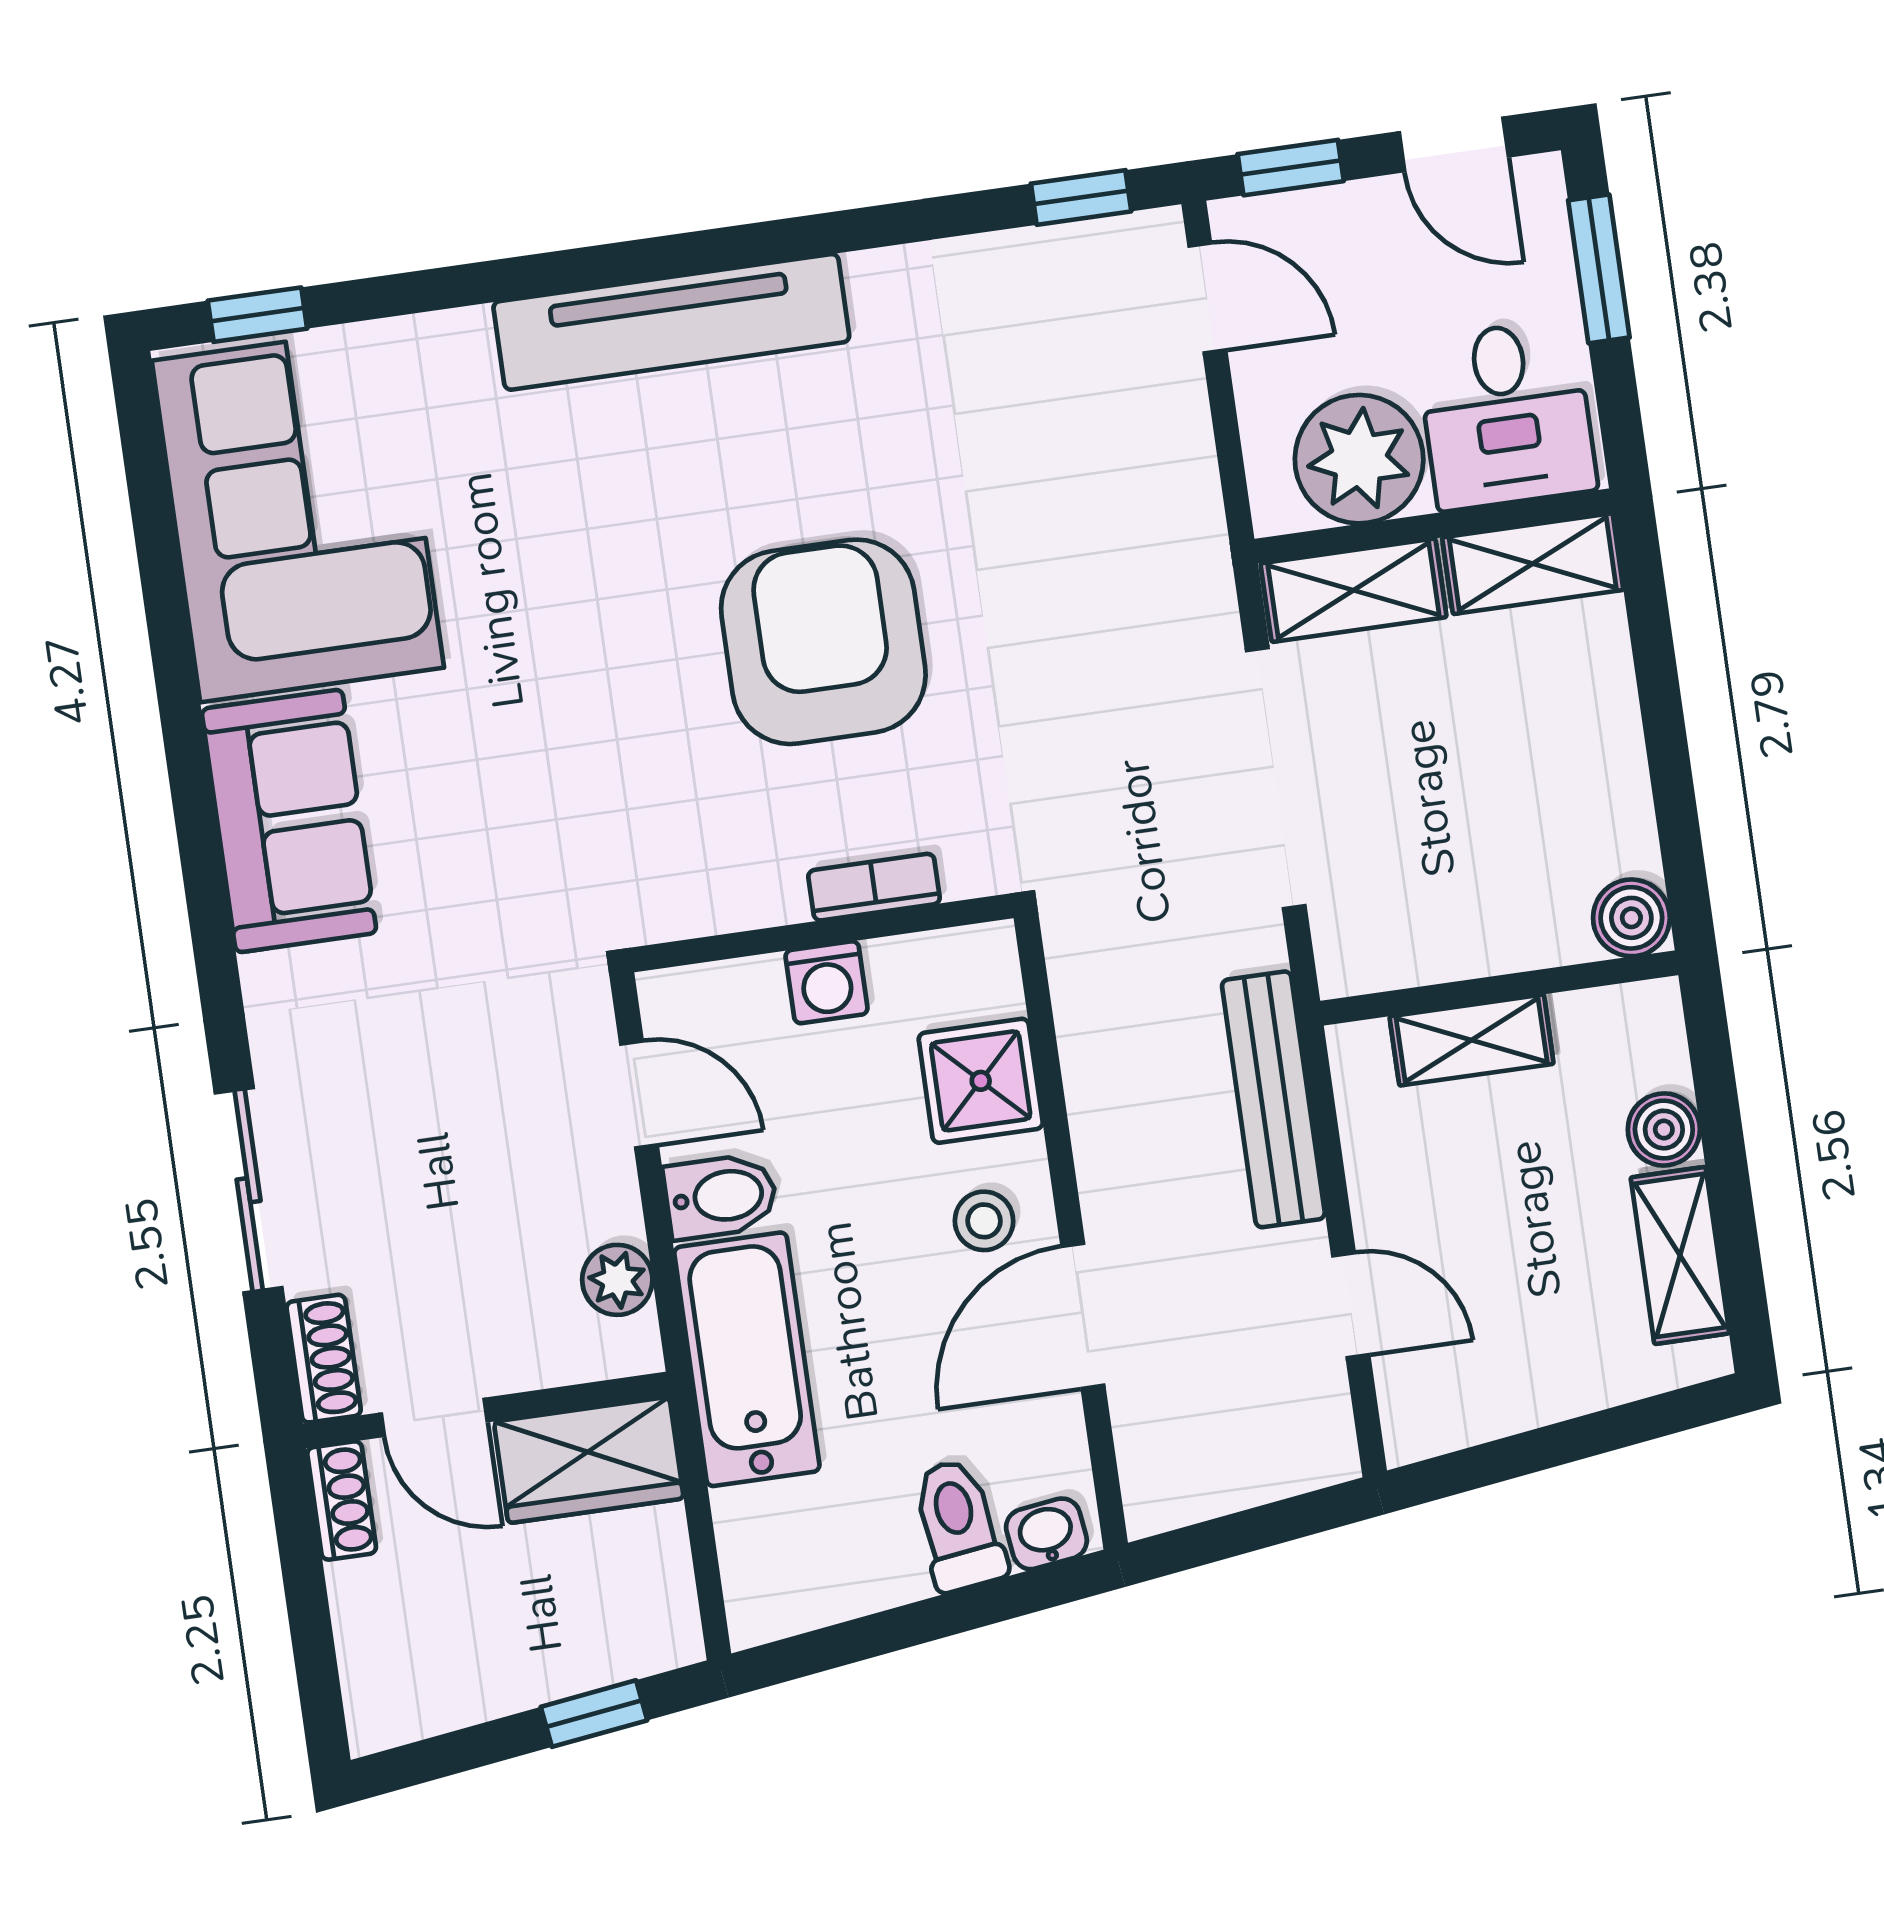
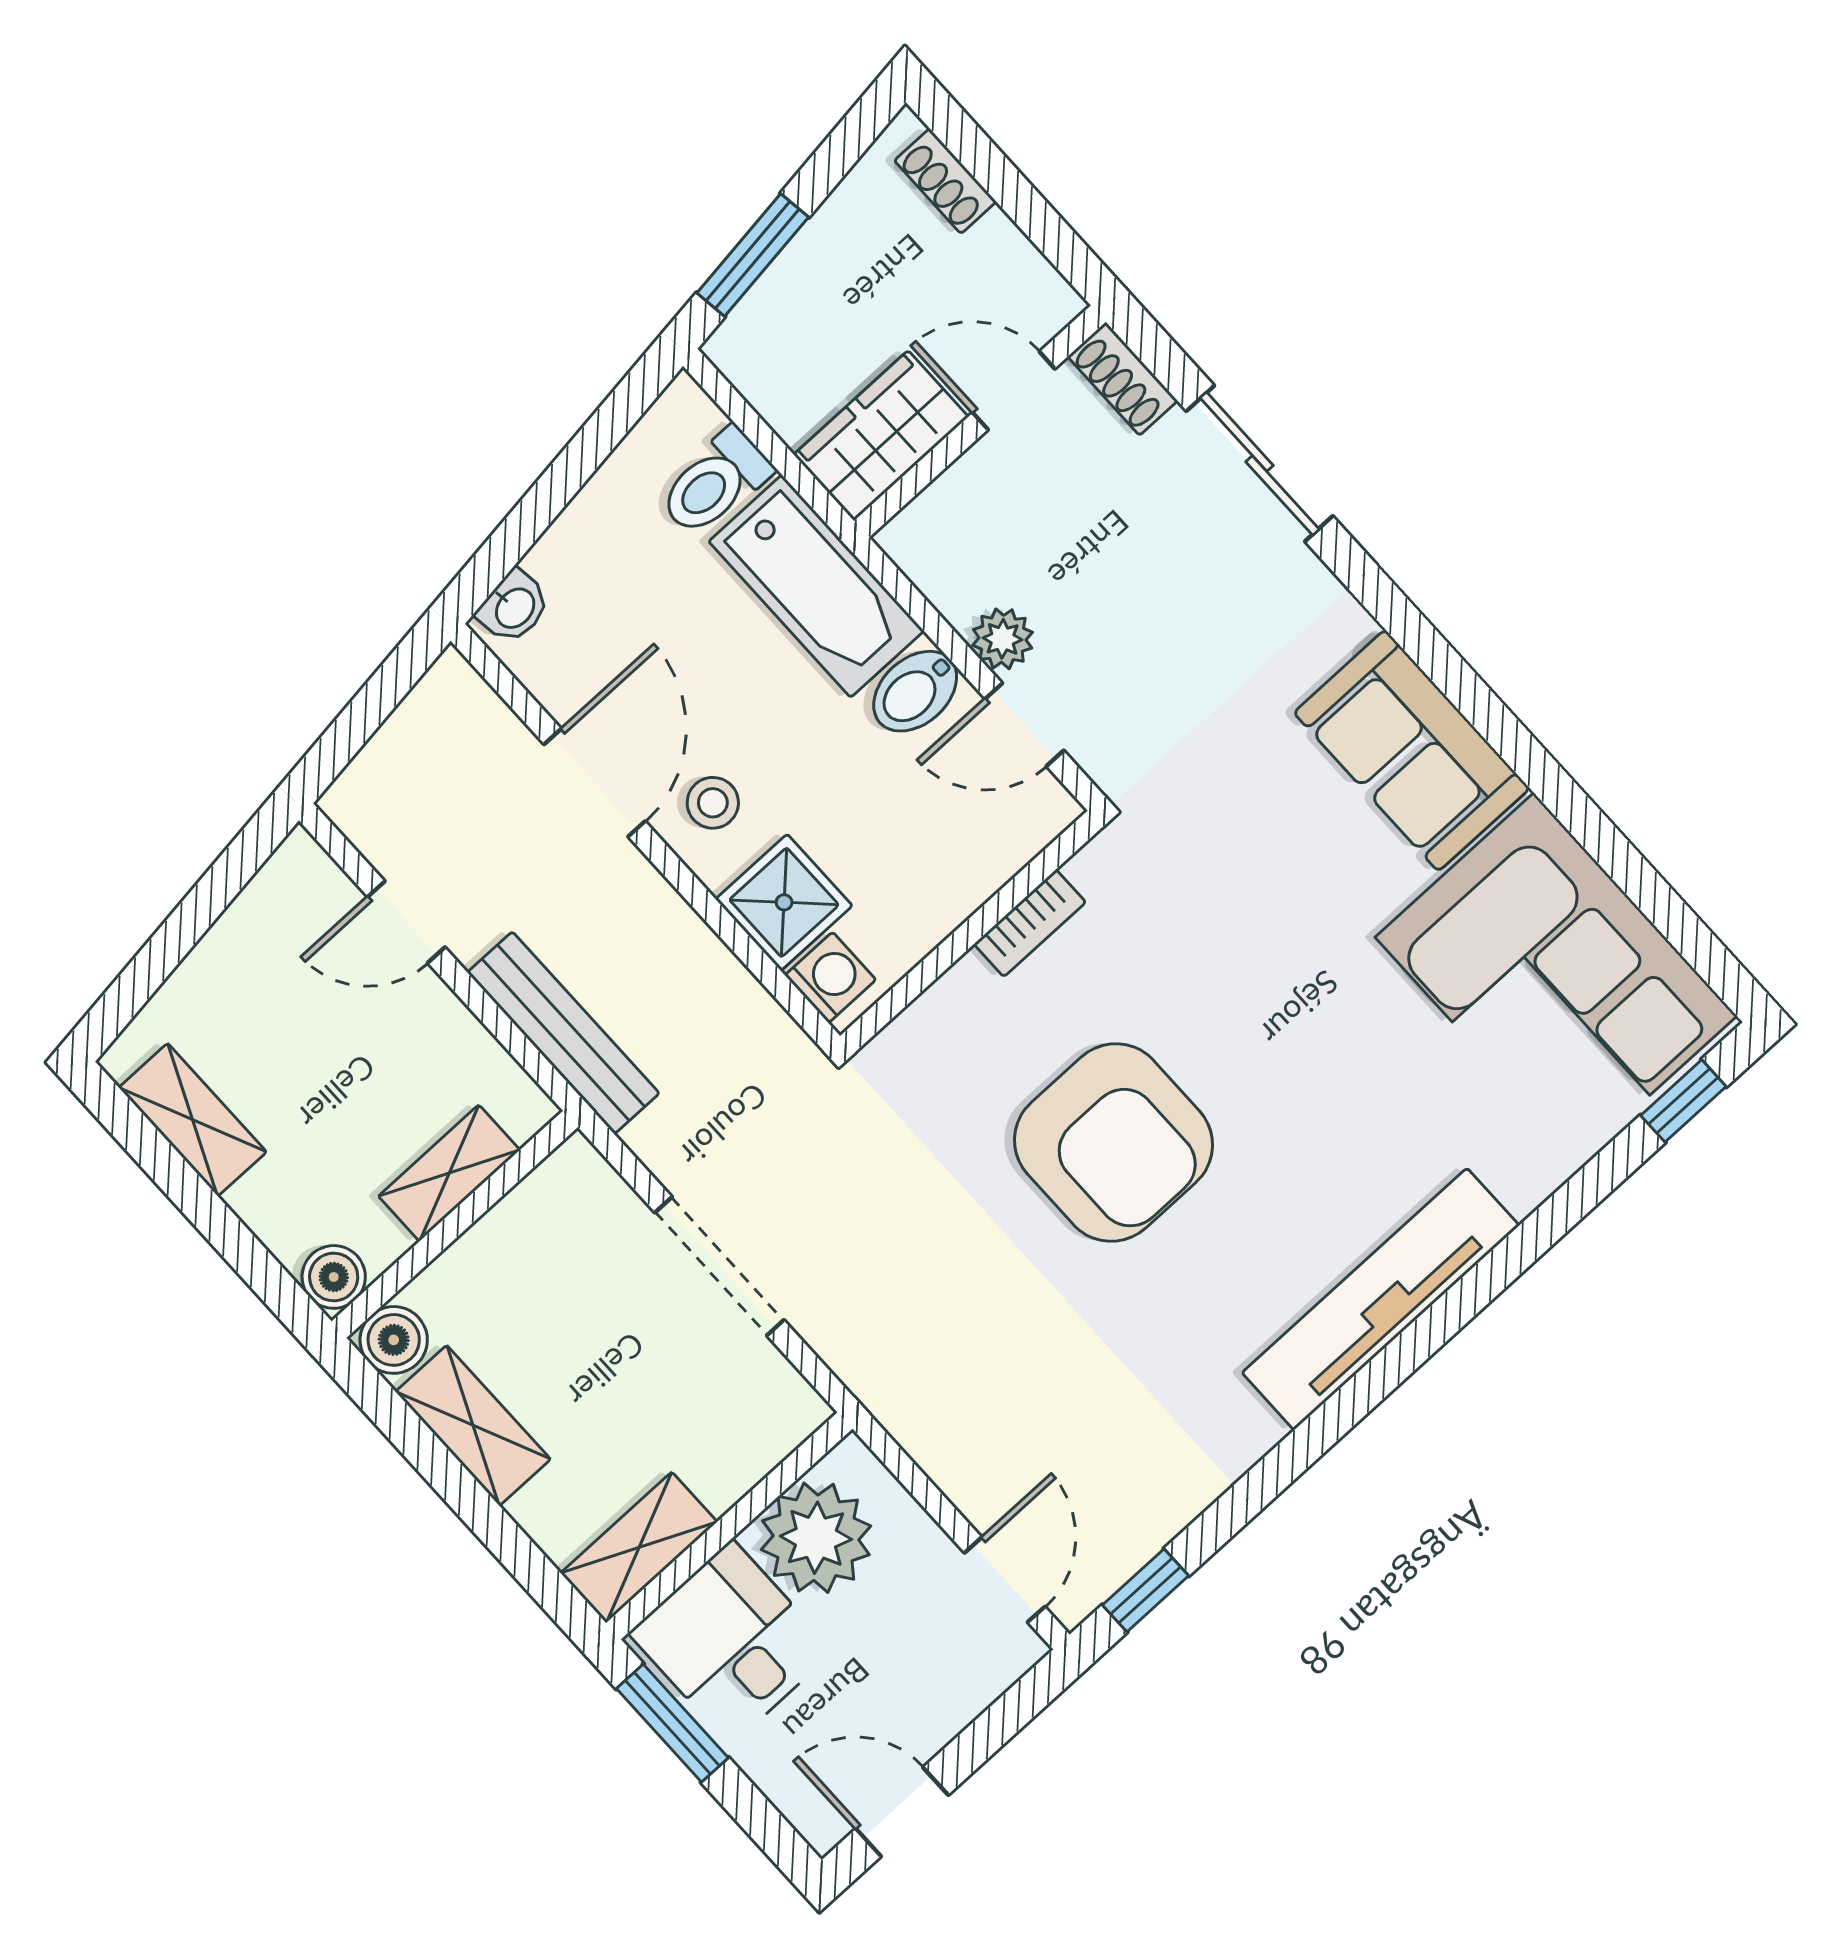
window: (1291, 168) -> (1009, 1715), removed
window: (1599, 269) -> (672, 1723), moved
door: (1207, 298) -> (1005, 1580), swing flipped
shelving: (1353, 590) -> (473, 1425), moved, turned 90
doorway: (1276, 778) -> (719, 1266), width x0.73
bookcase: (874, 887) -> (1030, 923), moved
washing machine: (827, 982) -> (830, 977), moved, turned 90
boiler: (1664, 1130) -> (334, 1277), moved
plant: (617, 1280) -> (1003, 639), moved
shoe rack: (342, 1500) -> (945, 181), moved
toilet: (958, 1525) -> (715, 482), moved, turned 98
window: (594, 1714) -> (753, 255), width x1.50

